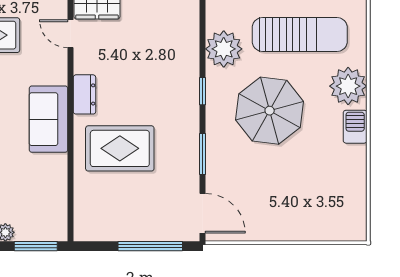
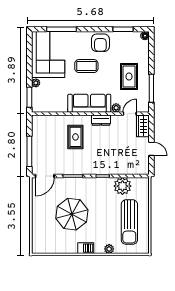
plant: (58, 62) -> (116, 108), added
plant: (348, 86) -> (109, 249), width x0.53, depth x0.53
parasol: (270, 111) -> (72, 214), moved
sofa: (48, 119) -> (89, 103), width x1.36
rug: (120, 148) -> (75, 137), width x0.73, depth x0.70

